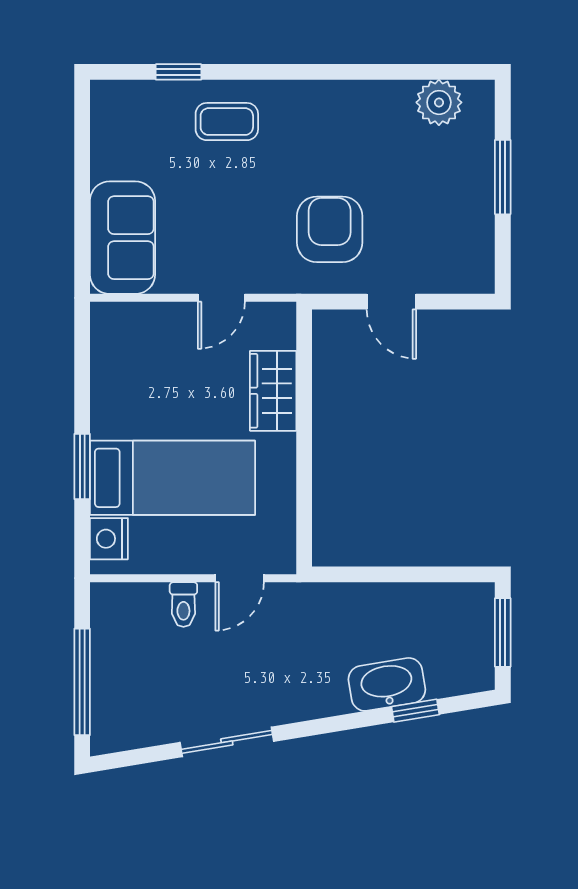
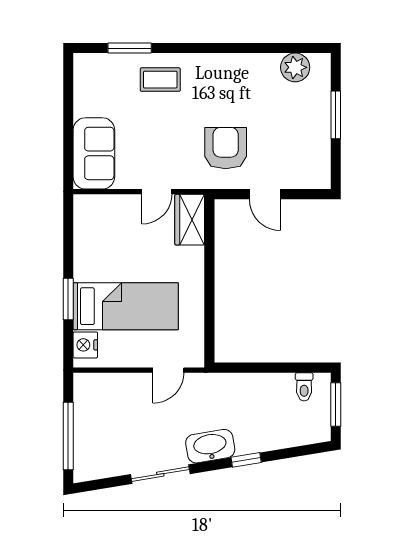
window: (179, 72) -> (130, 48), width x1.50
wardrobe: (273, 391) -> (190, 220), moved
toilet: (183, 605) -> (304, 387), moved
washbasin: (387, 684) -> (210, 446), moved
window: (415, 711) -> (246, 460), moved

